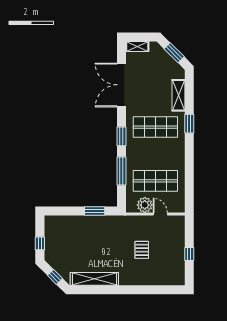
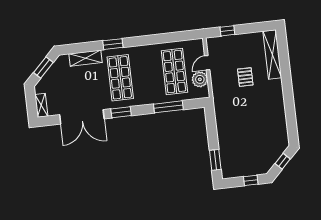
window: (121, 136) -> (121, 112), moved
window: (95, 211) -> (215, 160), moved
pallet: (142, 250) -> (245, 77), turned 90
window: (189, 254) -> (227, 31), moved
shelving: (94, 279) -> (272, 55), moved

